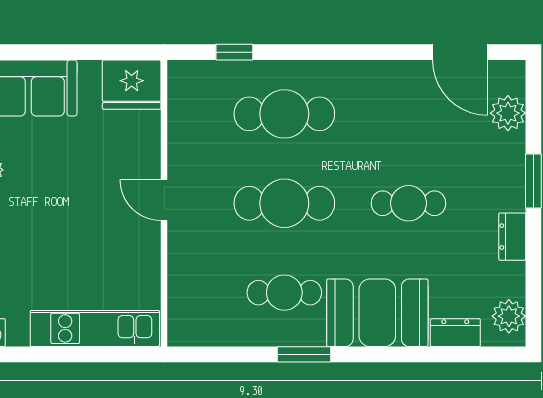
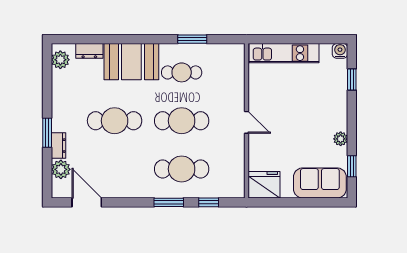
window: (308, 52) -> (169, 202), added
cafe table: (409, 203) -> (115, 121), width x1.37, depth x1.35
dresser: (512, 237) -> (59, 146), moved
window: (304, 354) -> (192, 39), moved

